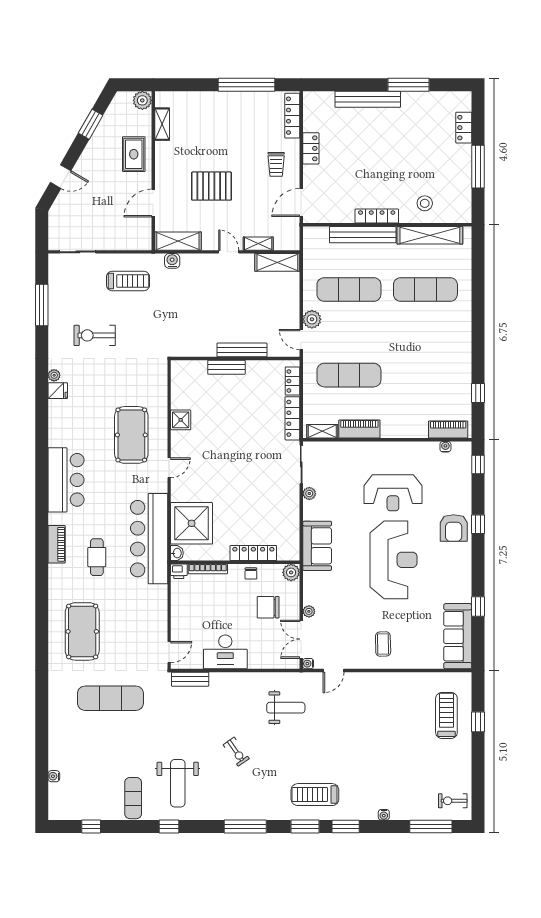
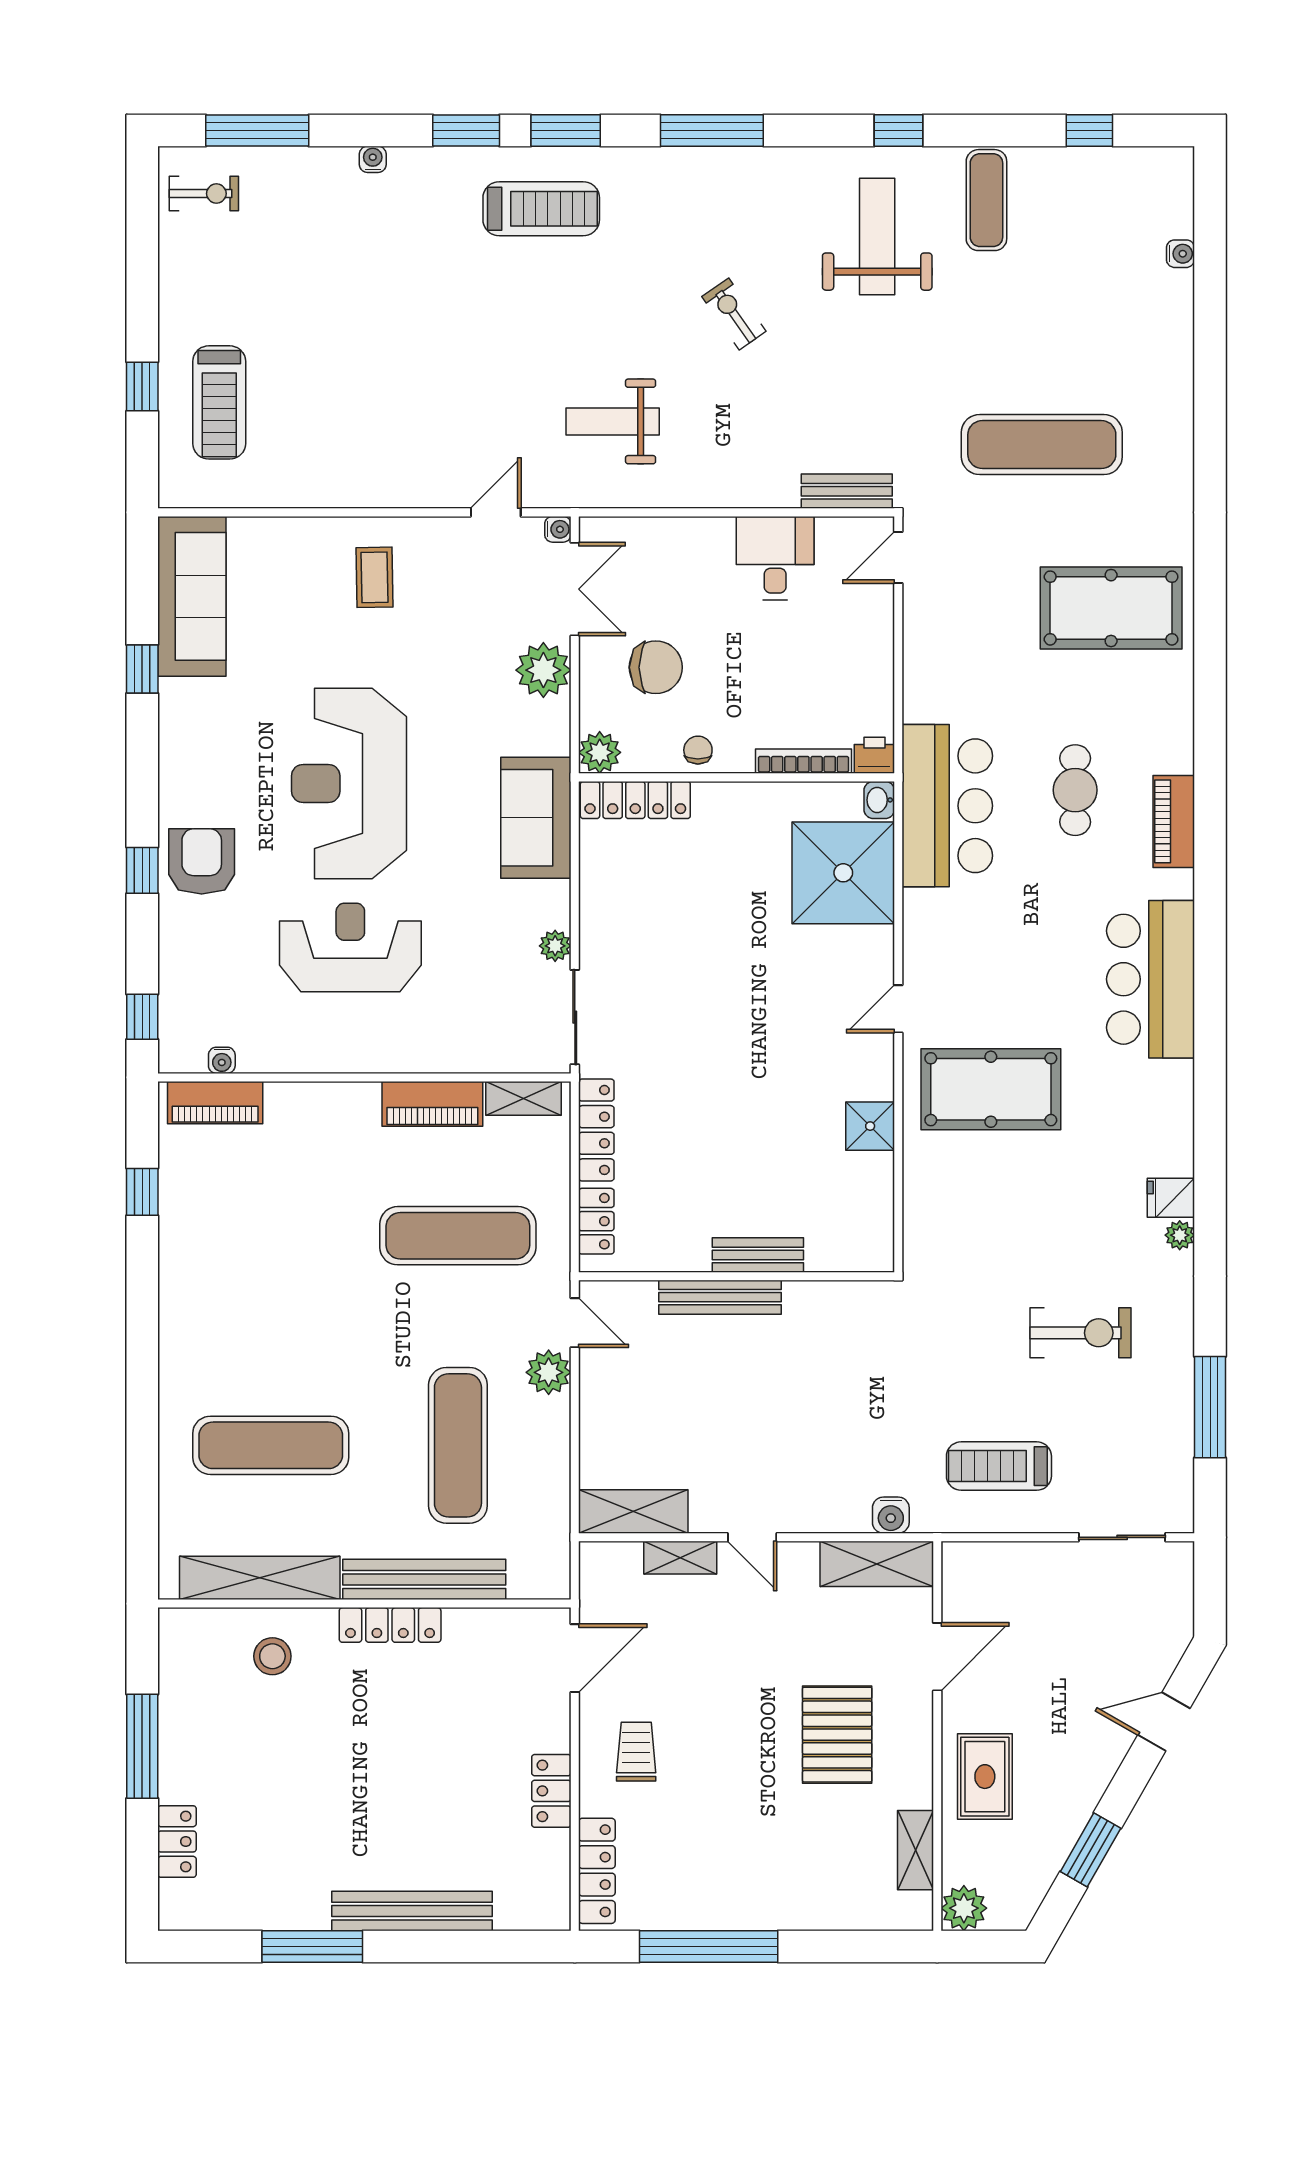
pallet: (212, 186) -> (837, 1735), moved, turned 90
exercise mat: (349, 289) -> (458, 1445), turned 90
pool table: (131, 435) -> (991, 1089), turned 90
bar counter: (149, 539) -> (947, 806), width x0.73
locker: (253, 553) -> (635, 800), moved
plant: (309, 611) -> (543, 670), width x1.88, depth x1.88
pool table: (82, 631) -> (1111, 608), turned 90
desk: (225, 652) -> (775, 558), width x0.73

